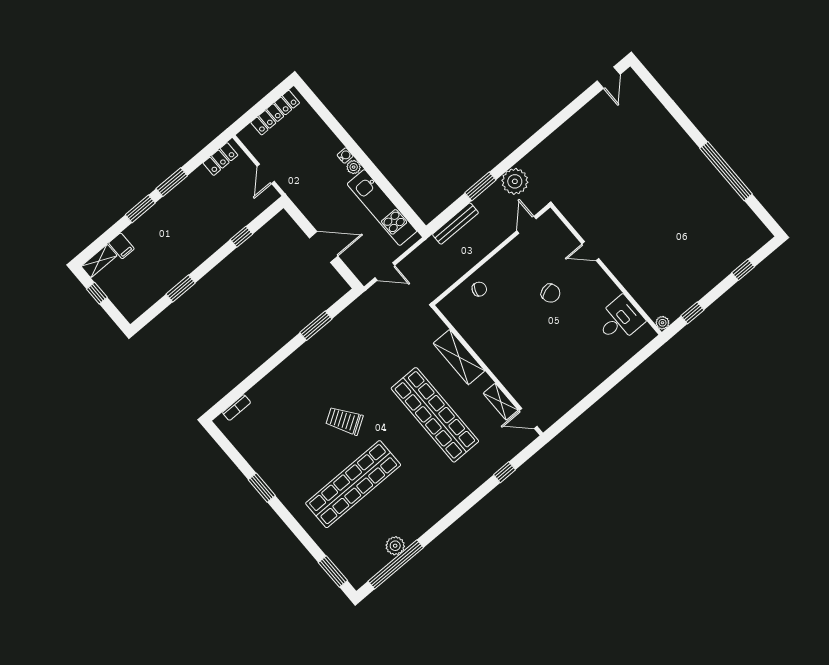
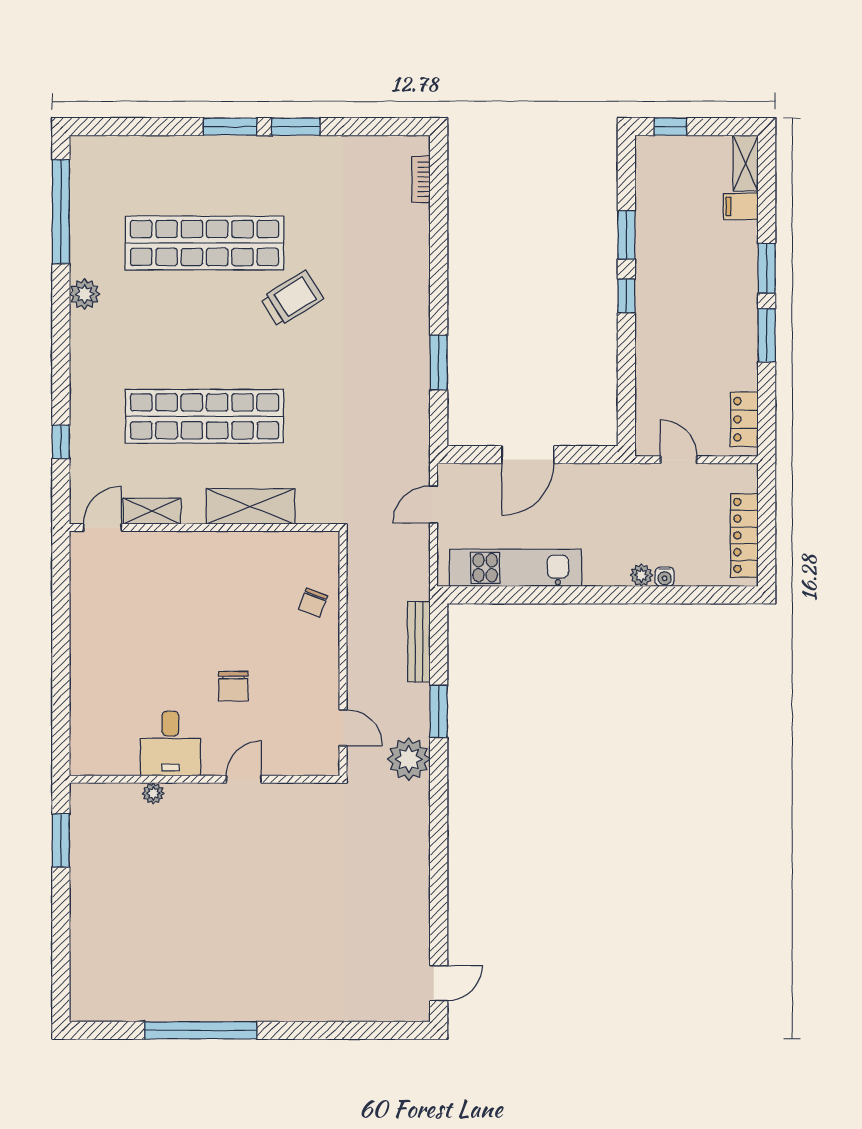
door: (609, 78) -> (439, 983), swing flipped
water cooler: (345, 156) -> (665, 577), moved
plant: (354, 167) -> (641, 575), moved
window: (241, 237) -> (626, 296), moved
window: (743, 270) -> (61, 948), removed
window: (97, 293) -> (670, 127), moved
chair: (551, 293) -> (234, 686), turned -73
window: (692, 313) -> (61, 841), width x1.50
desk: (620, 320) -> (170, 744), moved
plant: (662, 323) -> (153, 793), moved
shop shelf: (353, 484) -> (205, 243), turned 90
plant: (395, 546) -> (85, 294), moved
window: (333, 571) -> (230, 127), moved

